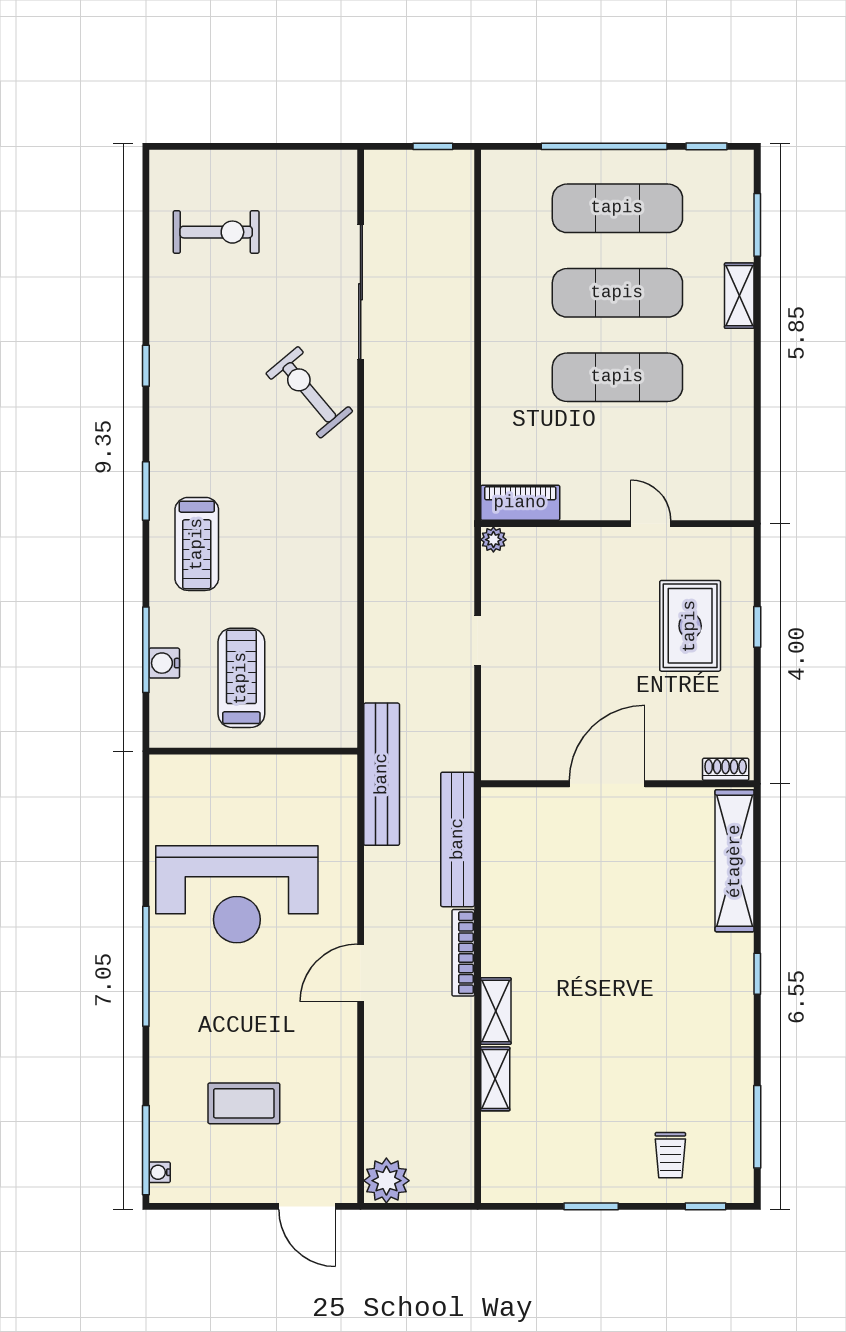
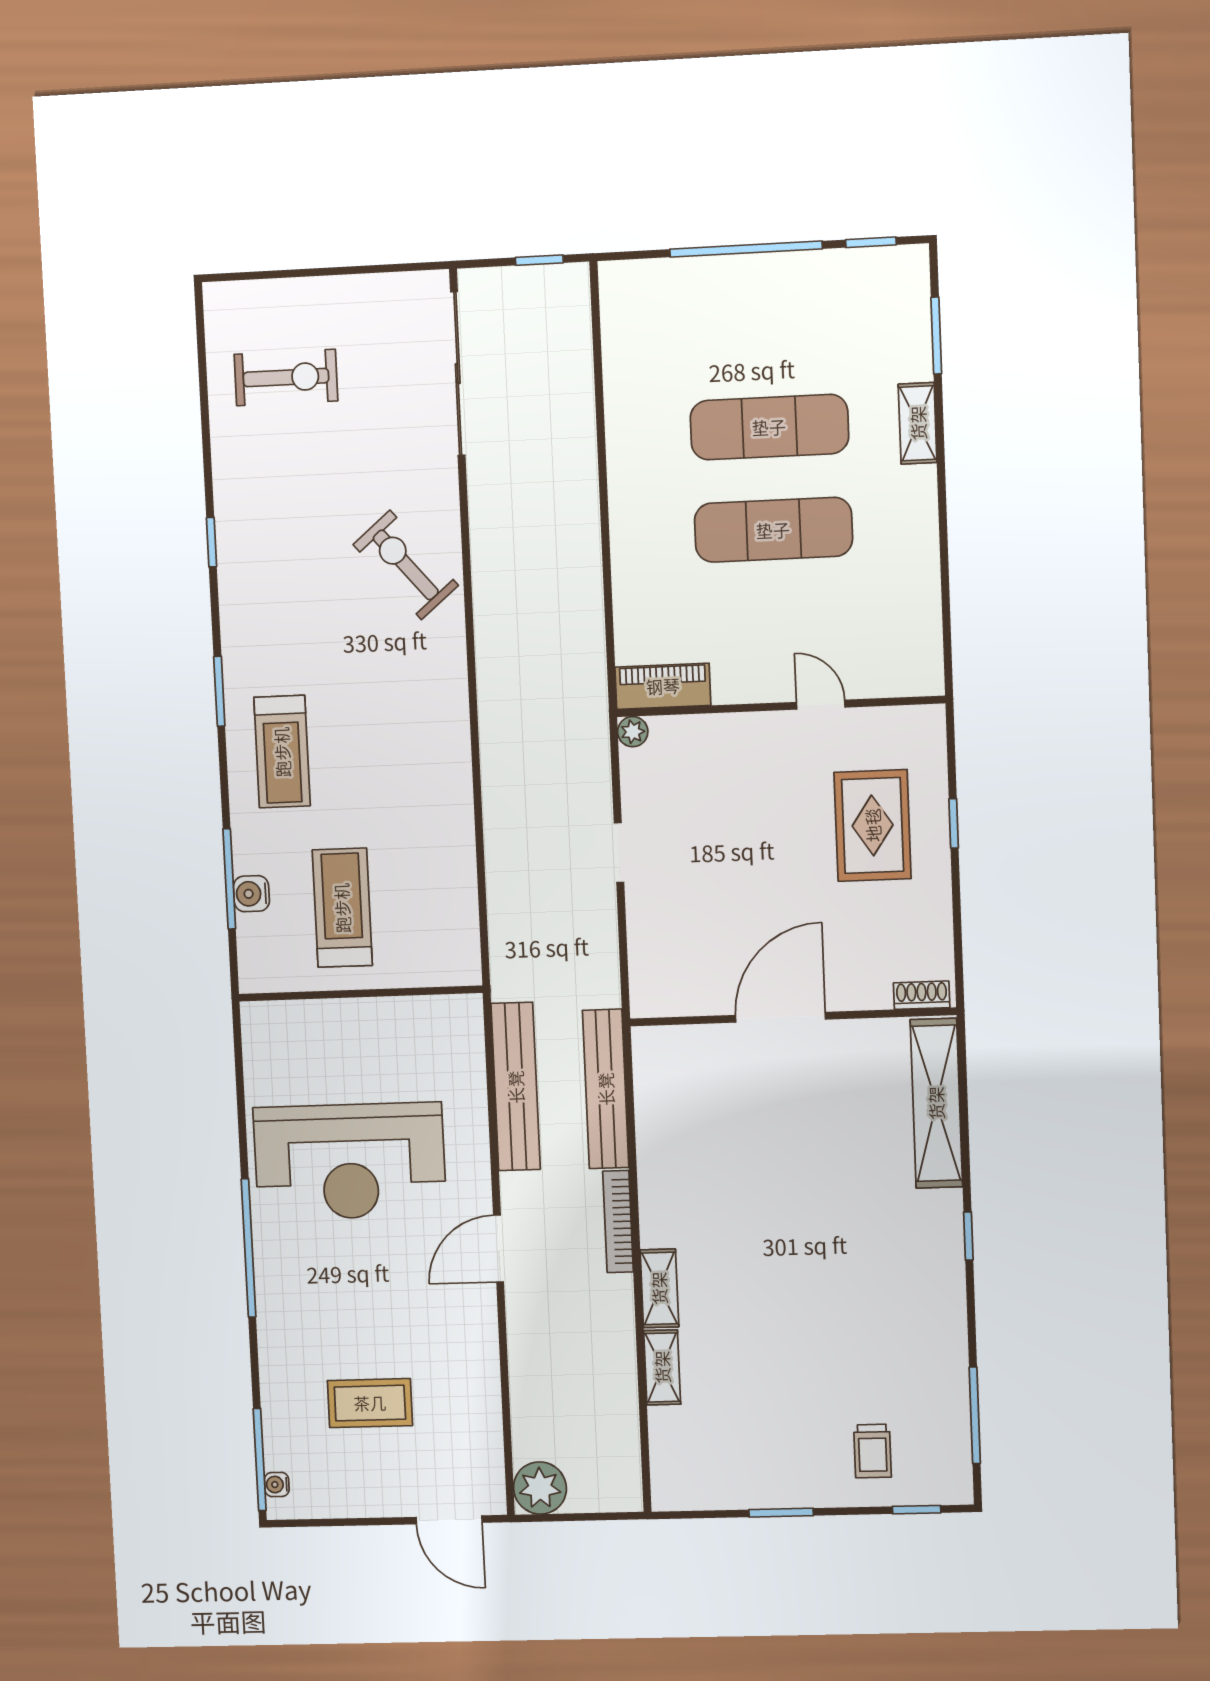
exercise mat: (617, 208) -> (765, 324), removed
sliding door: (361, 292) -> (458, 374), moved
bench: (382, 774) -> (516, 1087), moved

